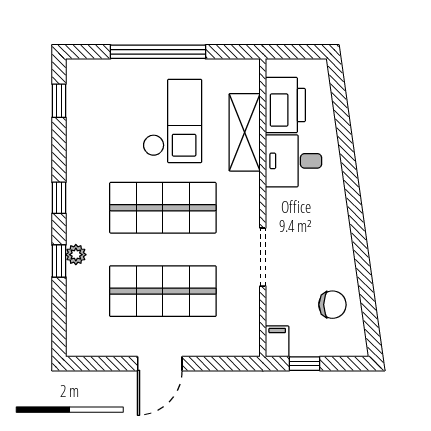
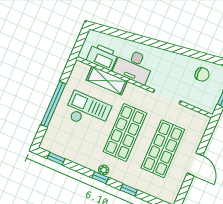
desk: (294, 161) -> (134, 66), width x1.37
plant: (76, 255) -> (104, 170), moved
chair: (332, 305) -> (202, 74), turned 90
filing cabinet: (277, 341) -> (208, 107), removed

